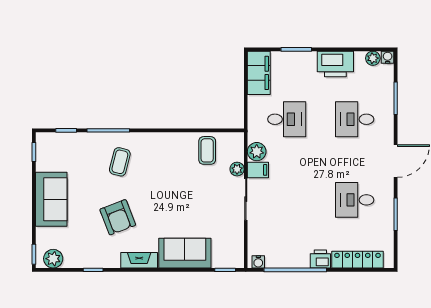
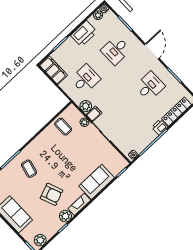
desk: (355, 200) -> (150, 86), turned 180
plant: (110, 258) -> (65, 216), added

